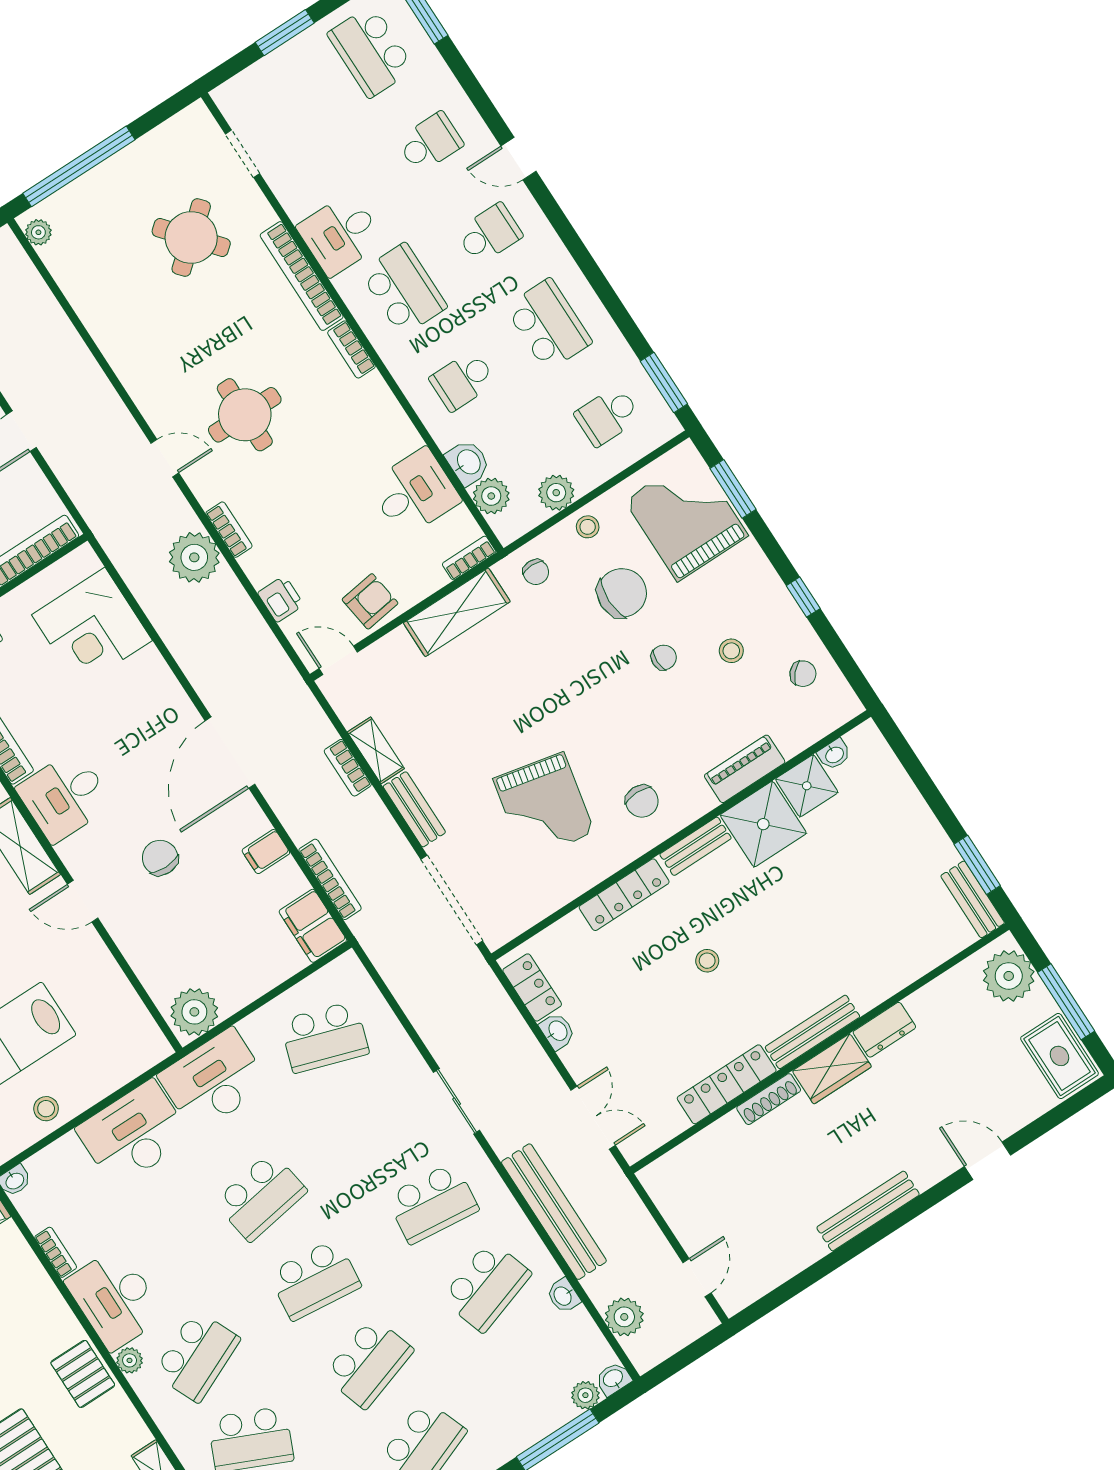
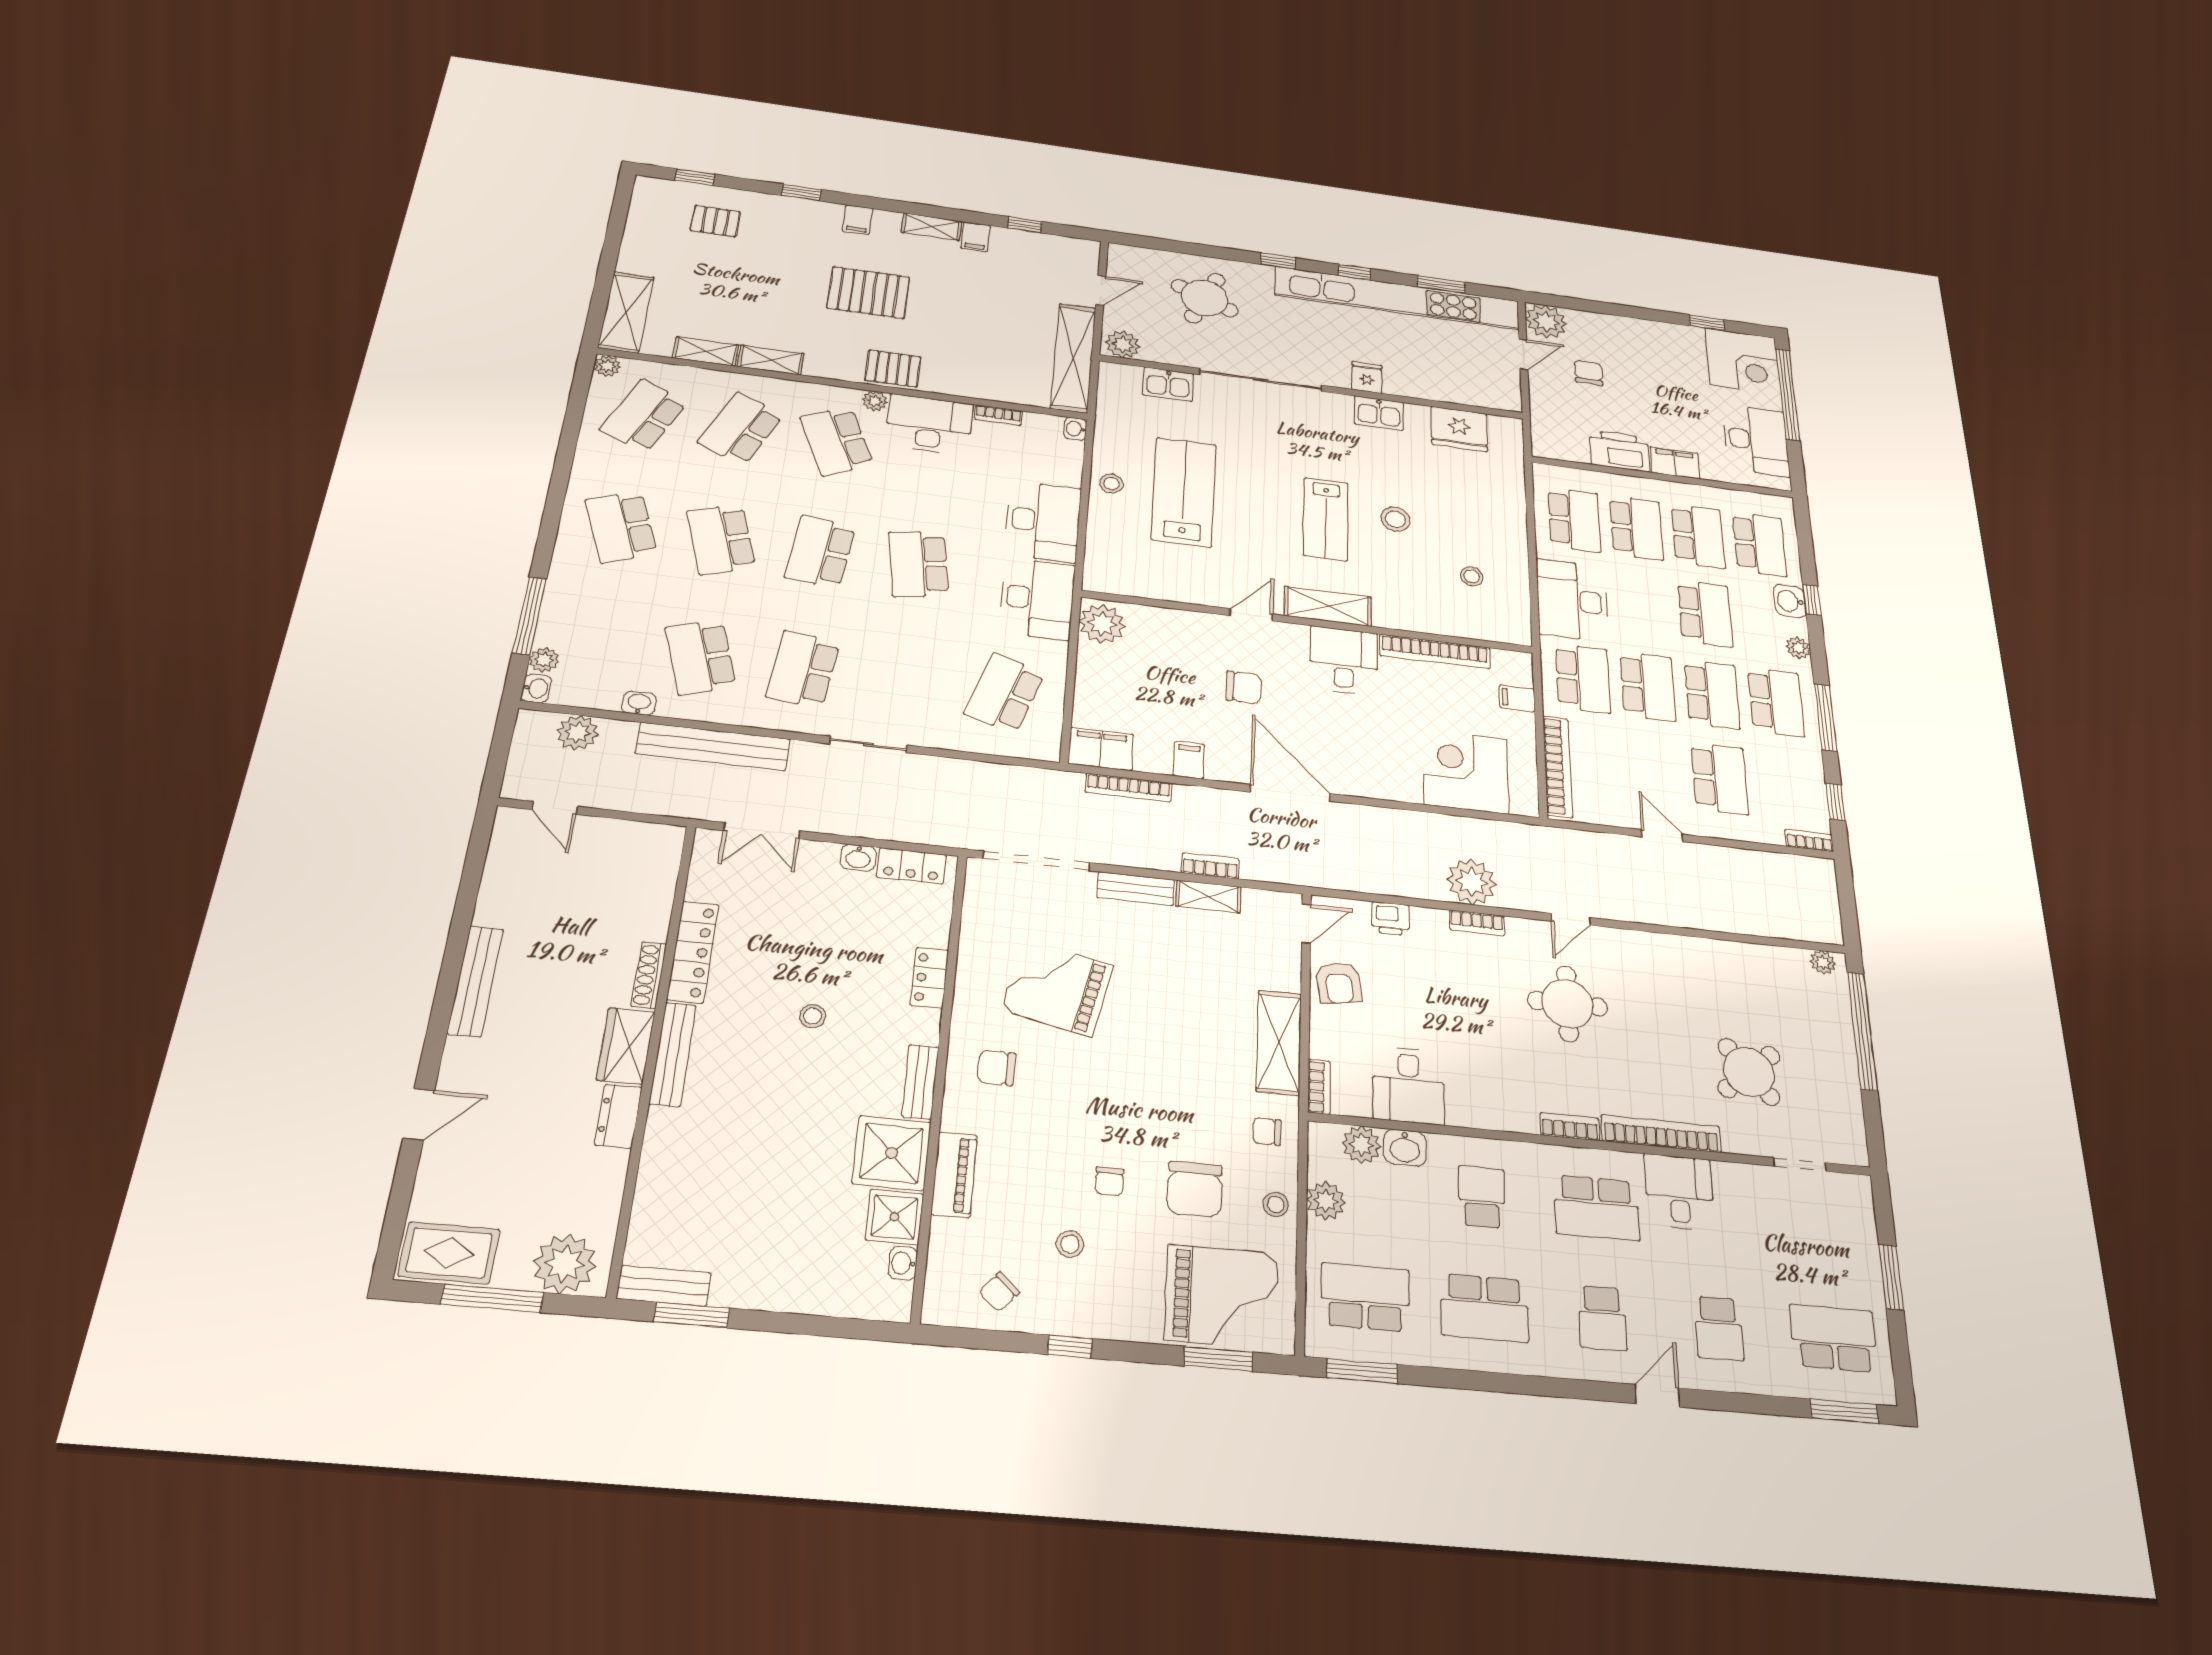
school desk: (608, 416) -> (1365, 1297), width x1.85
locker: (624, 895) -> (929, 978), width x0.66

